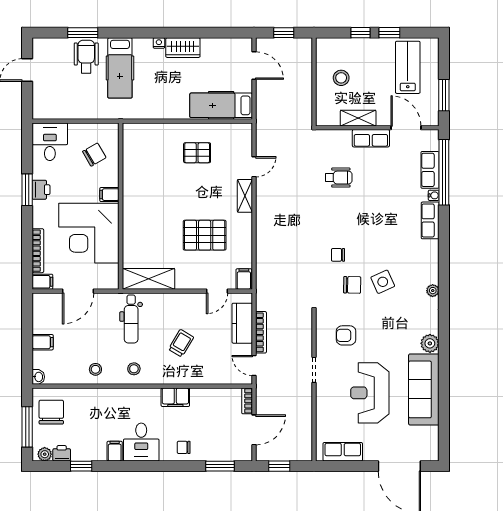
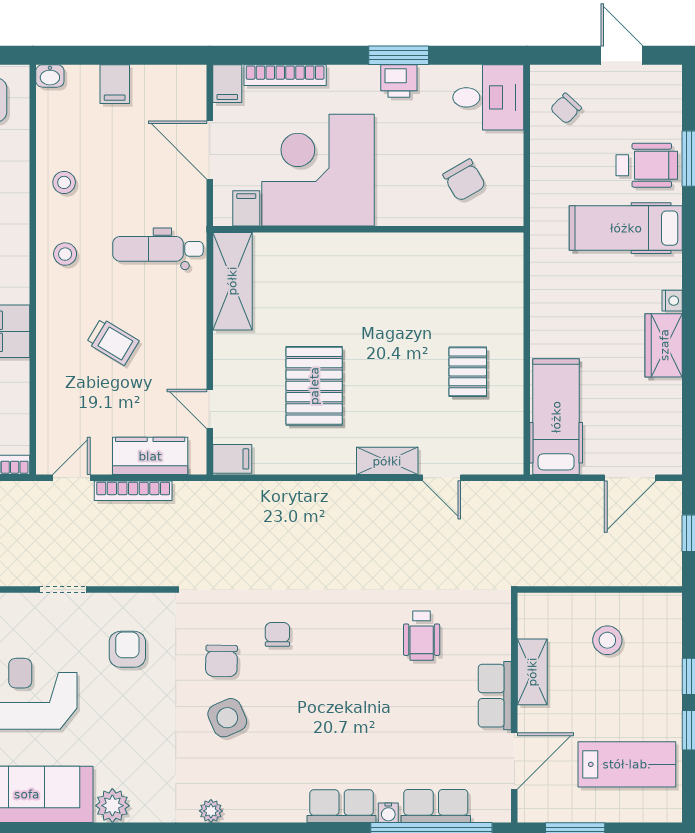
chair: (56, 100) -> (566, 108), added
filing cabinet: (109, 195) -> (246, 208), moved

